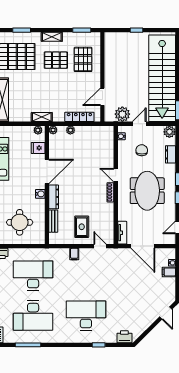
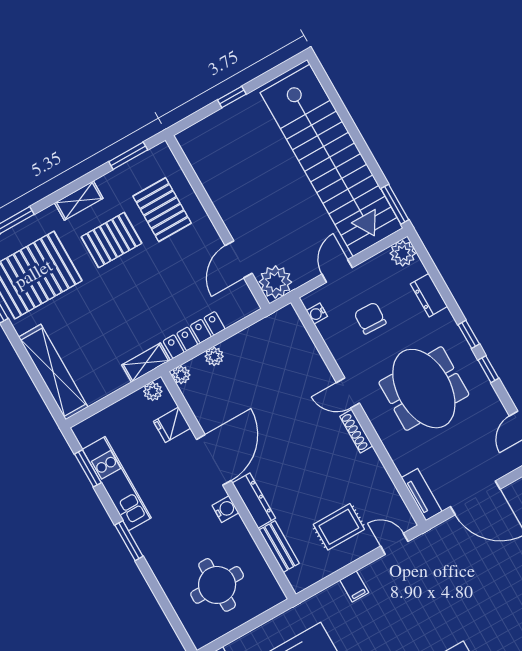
plant: (122, 114) -> (275, 282), moved
locker: (79, 117) -> (194, 335), moved
rug: (82, 227) -> (339, 527), turned 90

